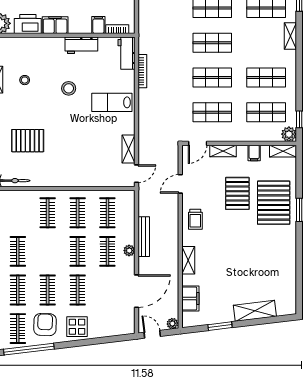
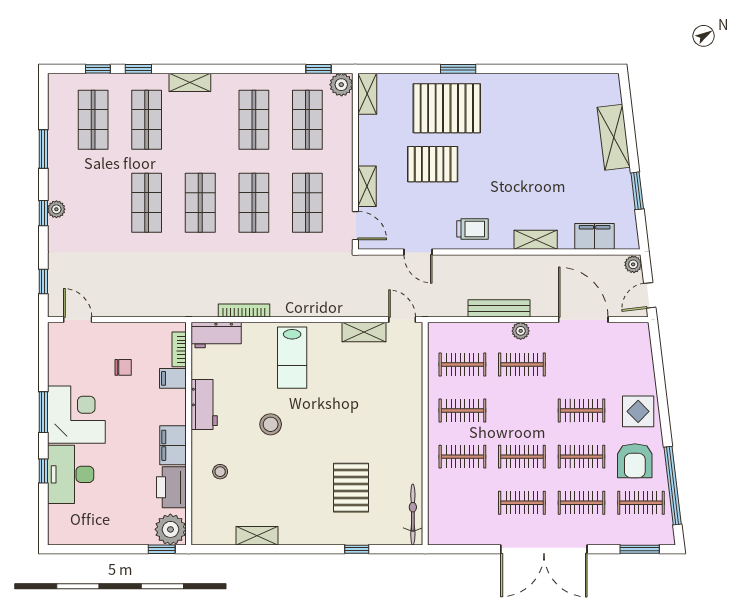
stool: (25, 80) -> (220, 472), moved
filing cabinet: (254, 153) -> (370, 138), removed
clothes rail: (78, 251) -> (522, 457), moved
armchair: (45, 325) -> (635, 461), turned -92

